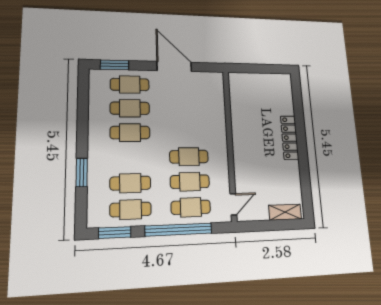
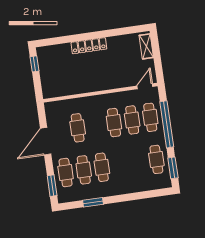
window: (271, 69) -> (34, 64), added
window: (82, 173) -> (93, 202), moved
cafe table: (130, 183) -> (78, 128), moved
door: (233, 204) -> (145, 86), hinge flipped

